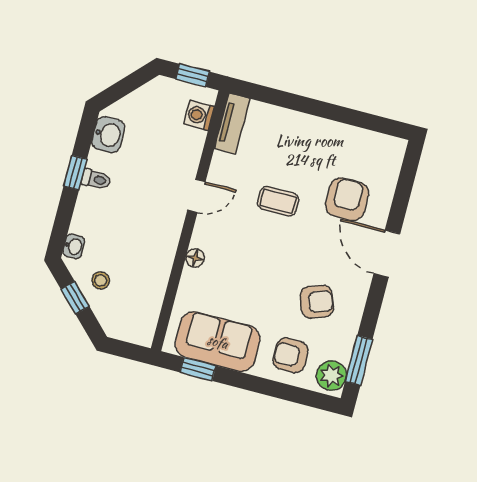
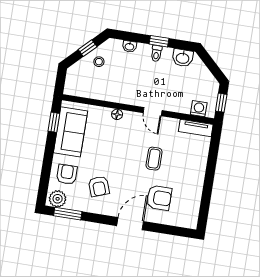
washbasin: (74, 246) -> (129, 46), moved

